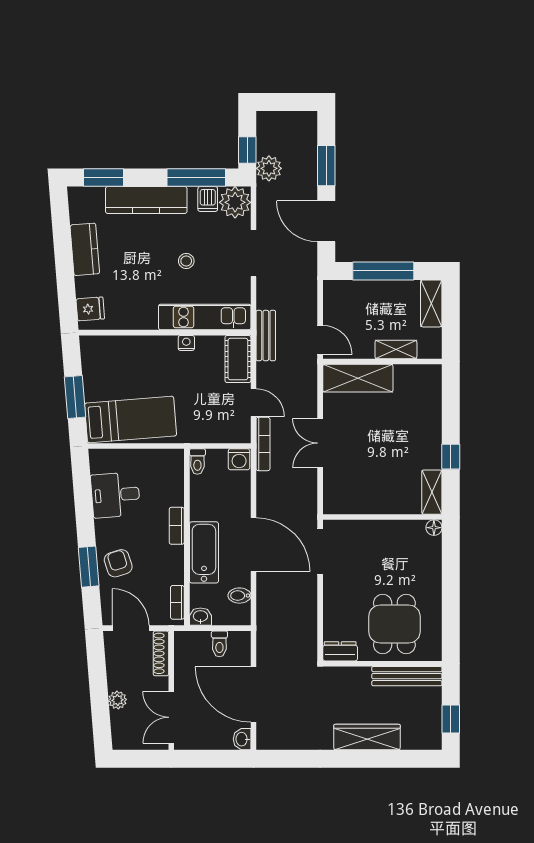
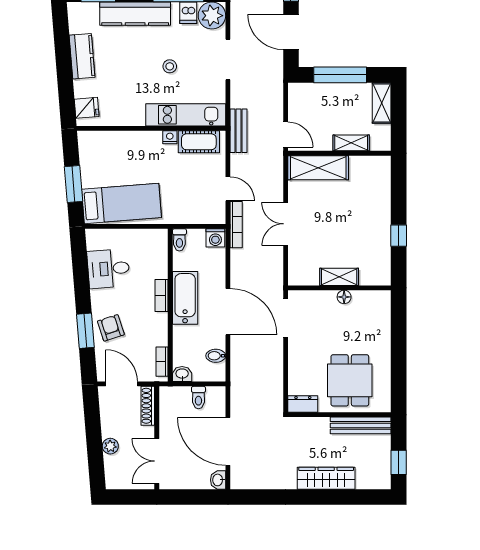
cot: (238, 359) -> (199, 142), moved, turned 90
shelving: (432, 492) -> (339, 277), moved, turned 90
floor lamp: (434, 528) -> (344, 297), moved
bathtub: (204, 552) -> (185, 298), moved

